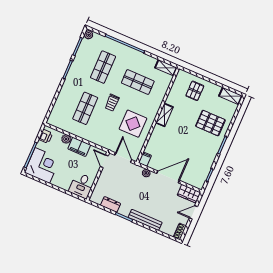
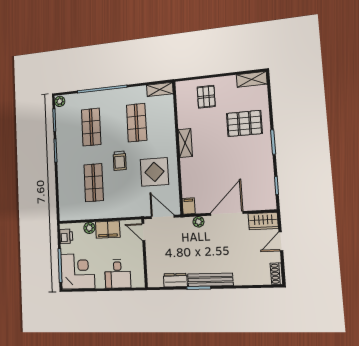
shop shelf: (138, 82) -> (137, 123), turned 90
desk: (82, 186) -> (118, 274), moved
bench: (145, 220) -> (210, 280), moved

